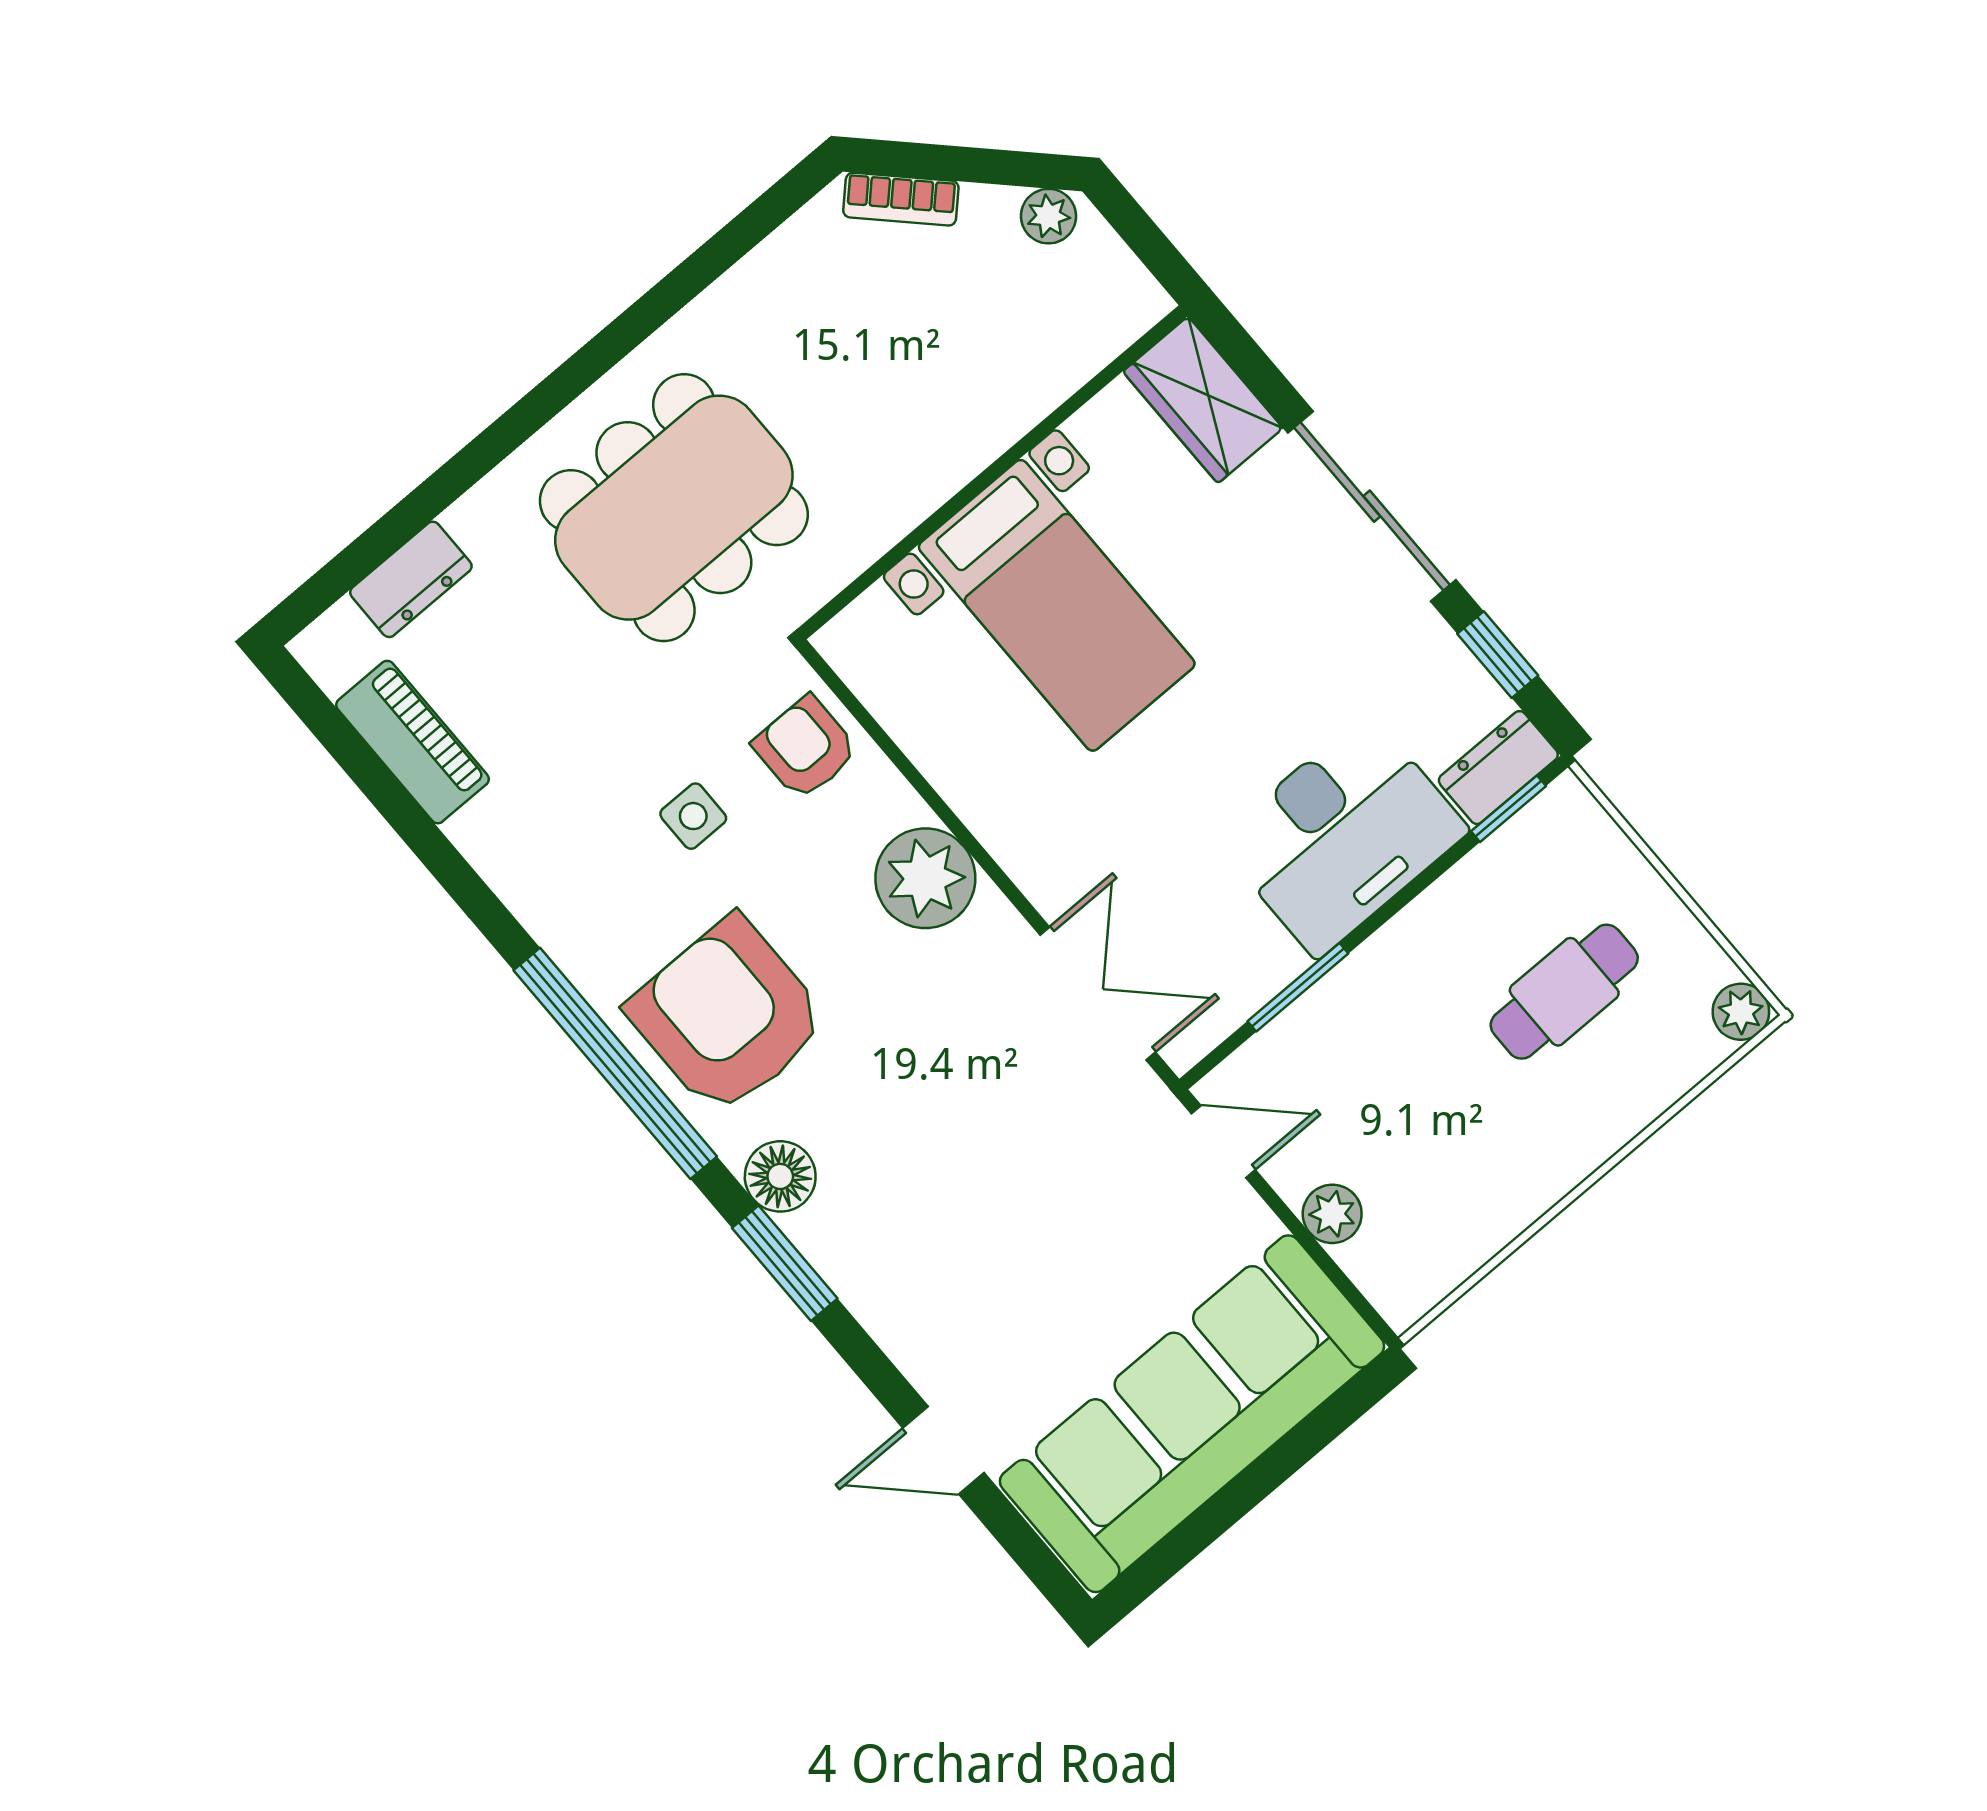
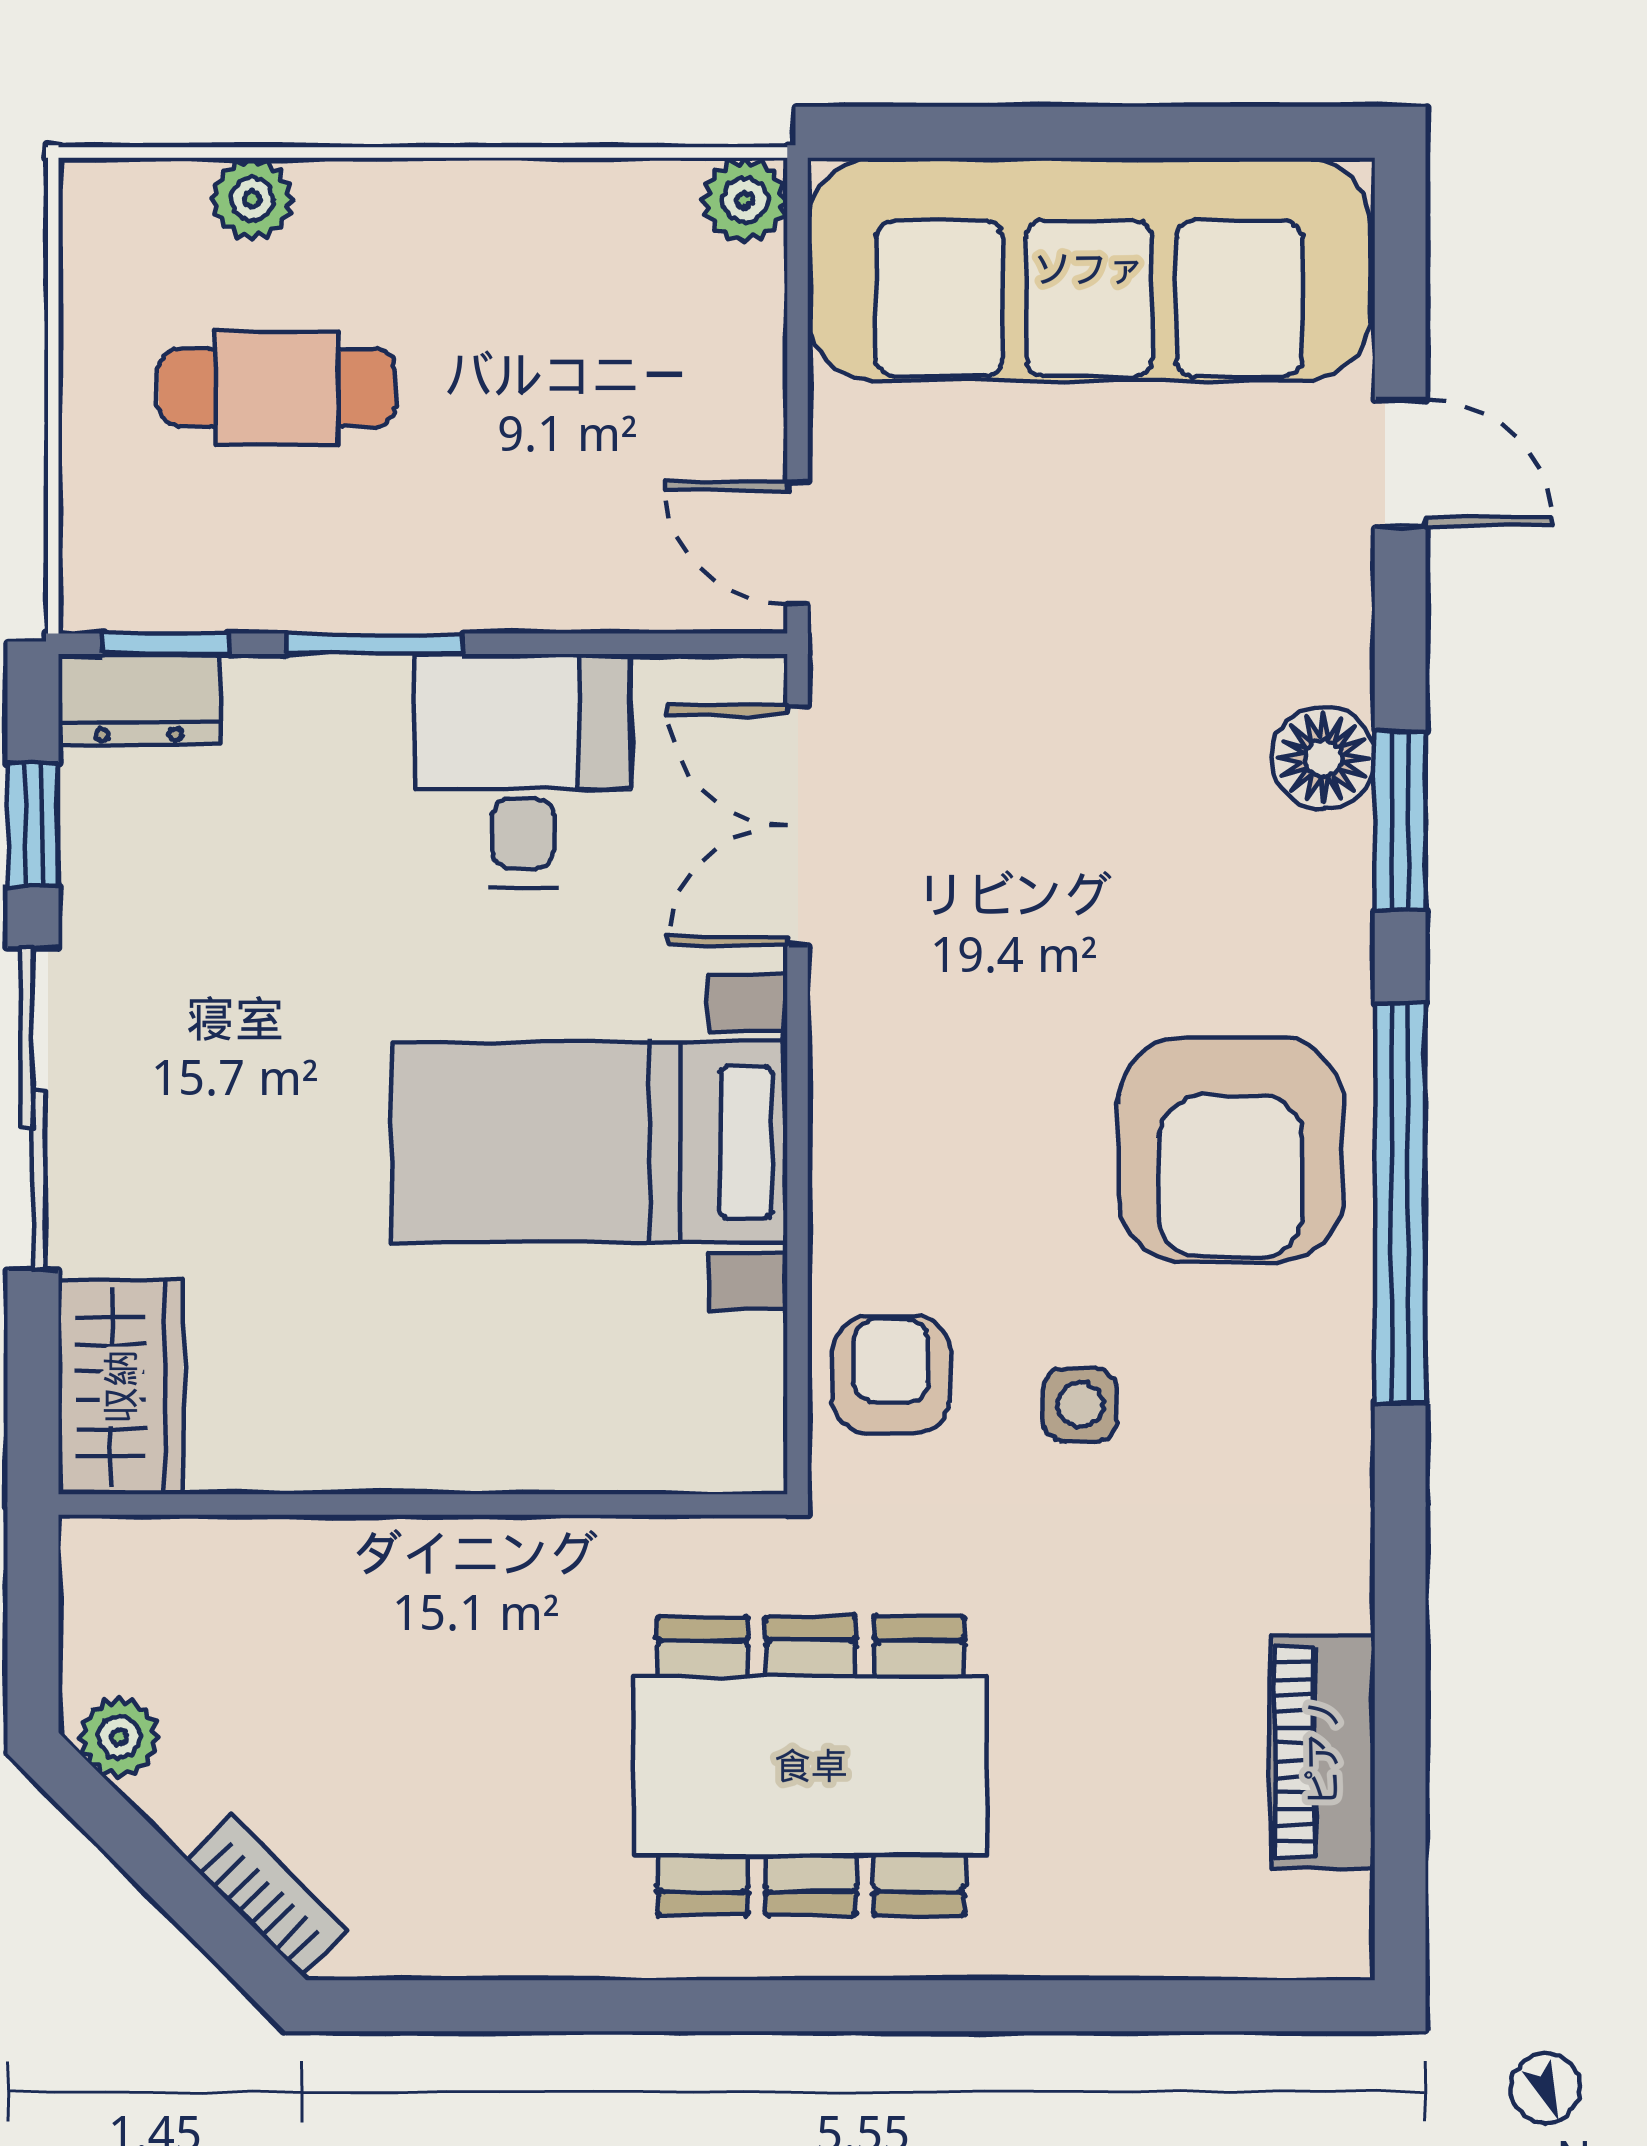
dresser: (411, 579) -> (1171, 1934), removed
bed with nightstands: (1057, 605) -> (589, 1142), moved, turned -90
armchair: (805, 748) -> (891, 1375), turned 180
desk: (1343, 835) -> (523, 771), moved, width x0.73
plant: (925, 878) -> (881, 1117), removed
window: (1298, 987) -> (375, 644), moved
plant: (1741, 1012) -> (252, 199), moved
floor lamp: (780, 1176) -> (1323, 758), moved
plant: (1332, 1214) -> (745, 200), moved

